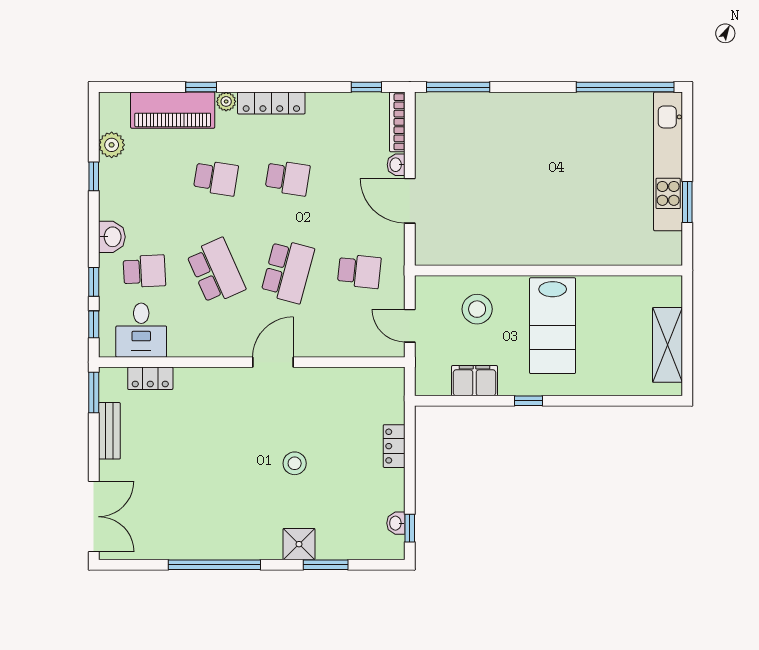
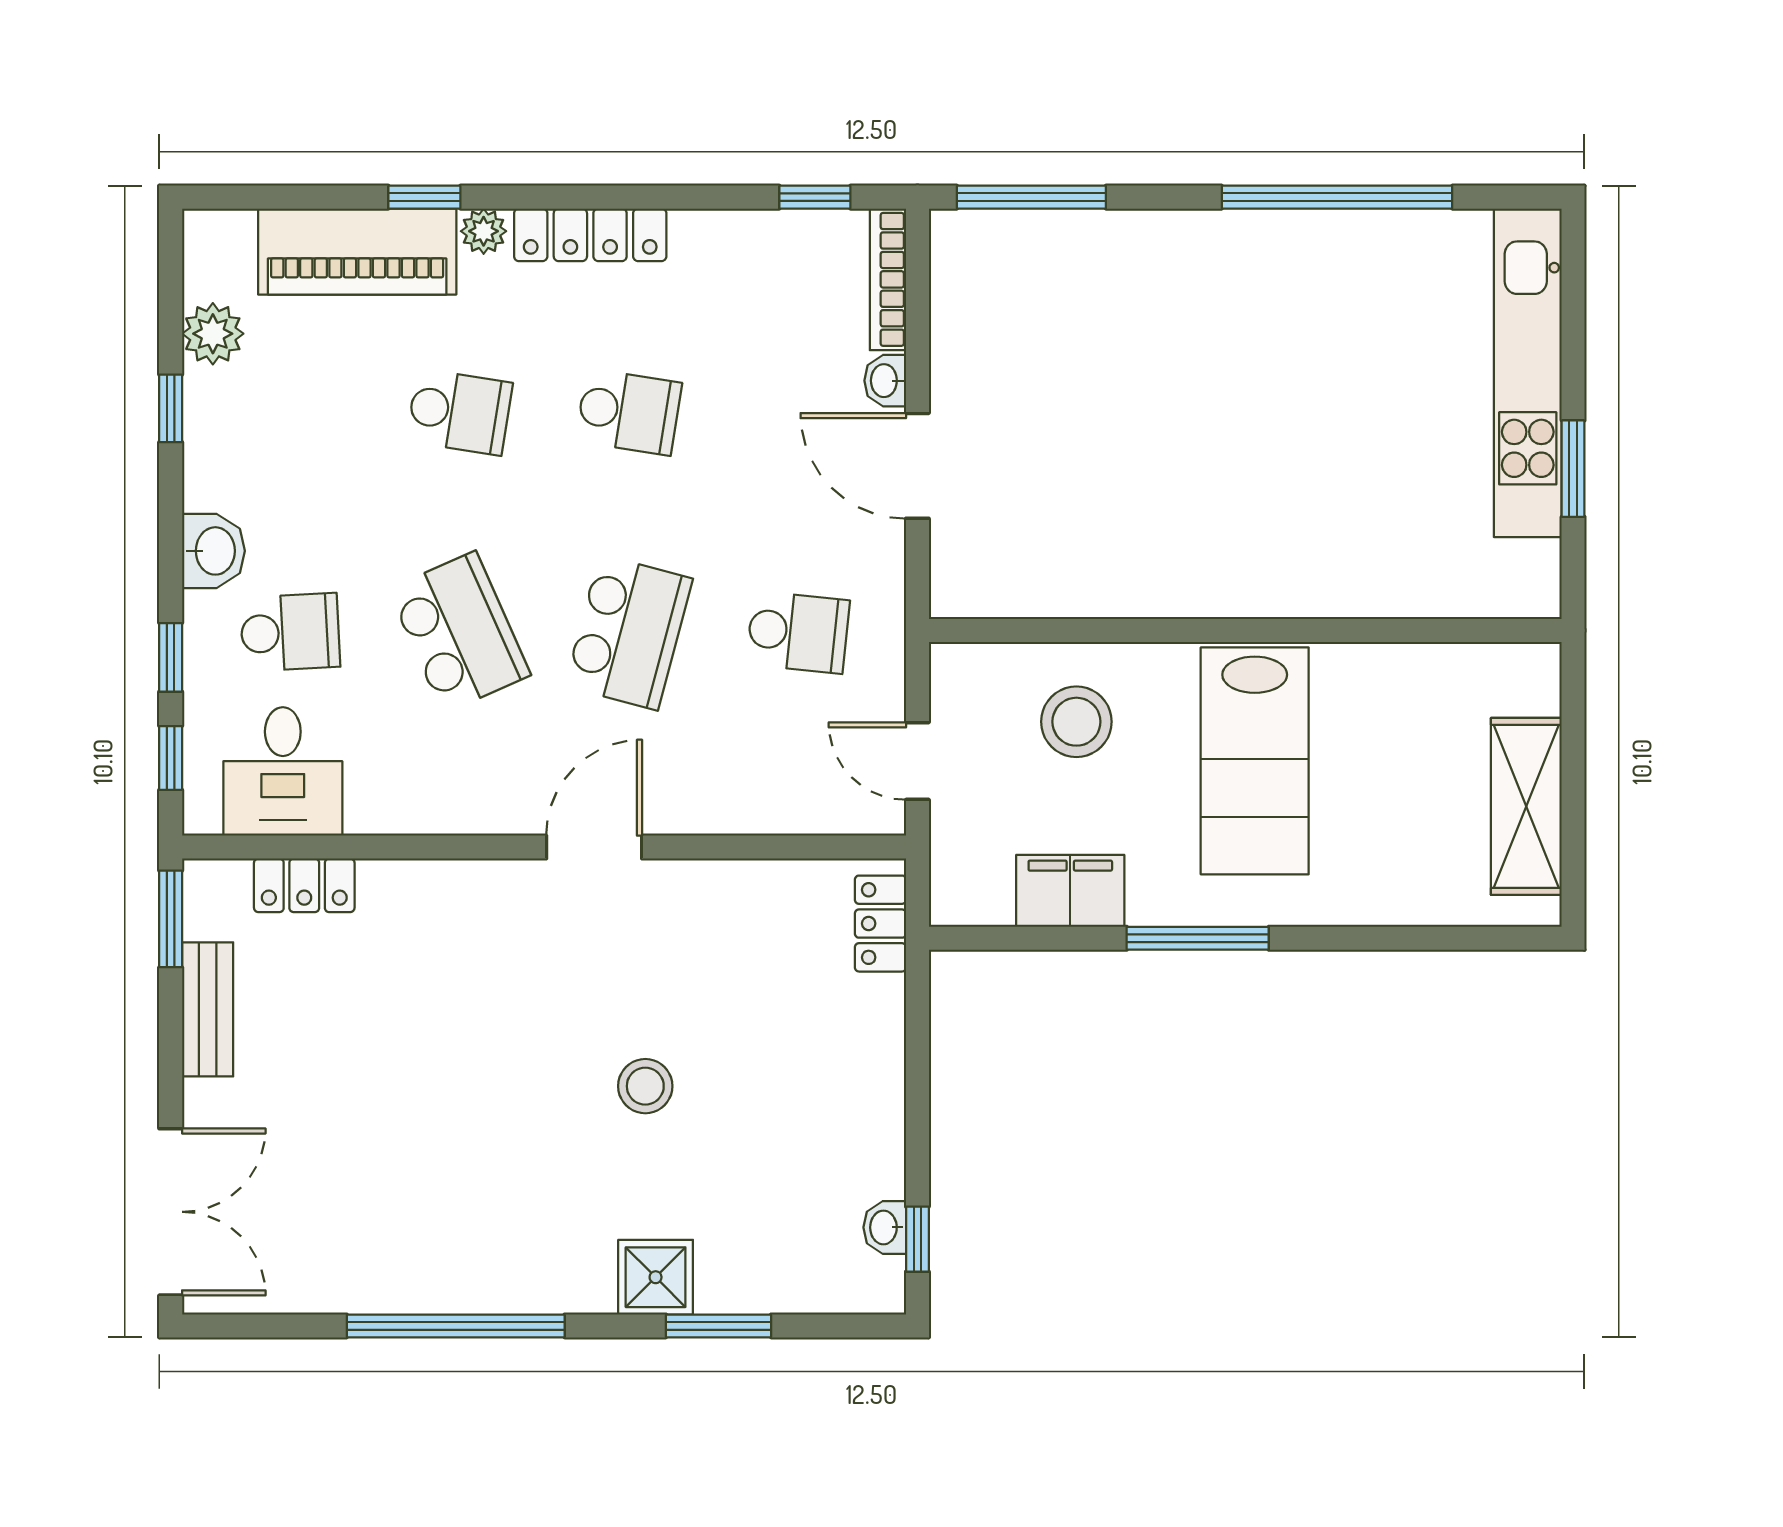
window: (625, 87) -> (1337, 197), moved
window: (528, 401) -> (1198, 938), width x2.17
locker: (394, 446) -> (880, 924), moved

